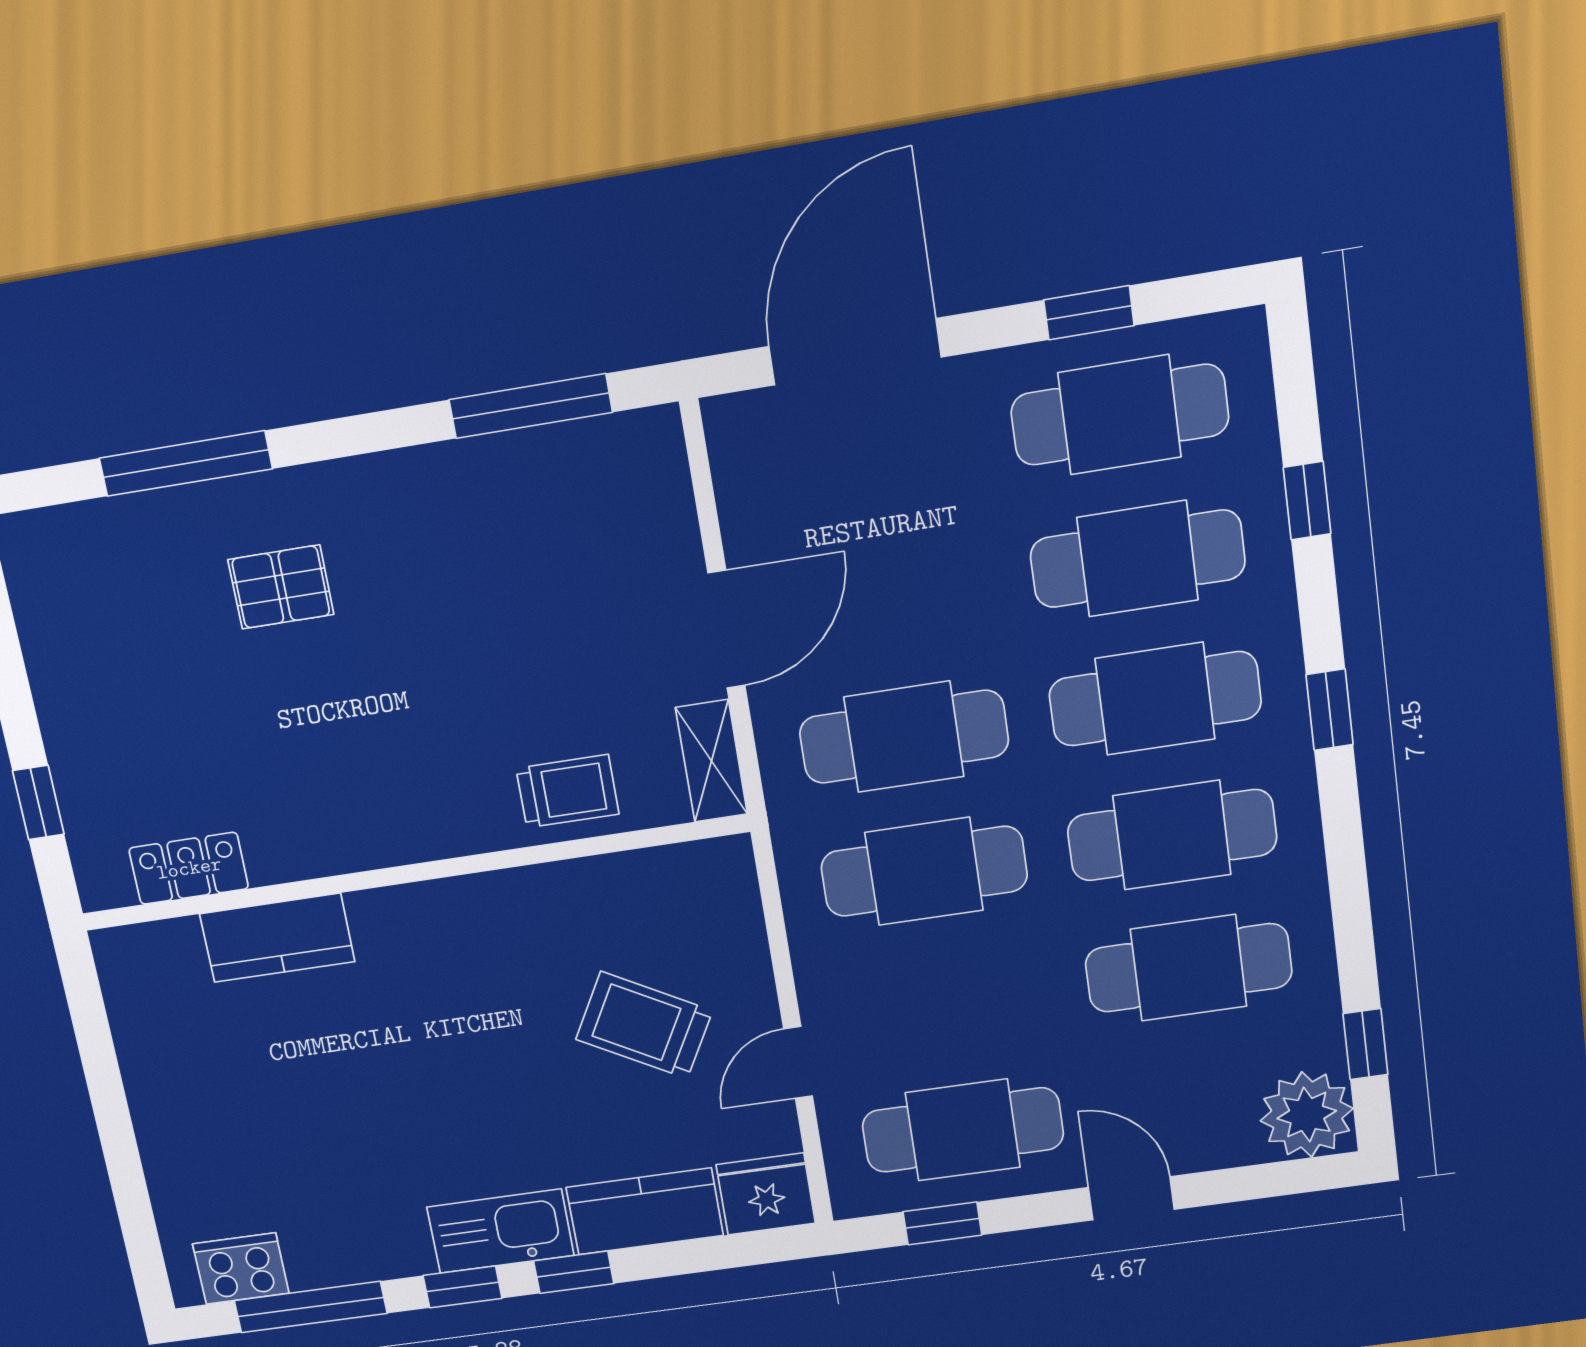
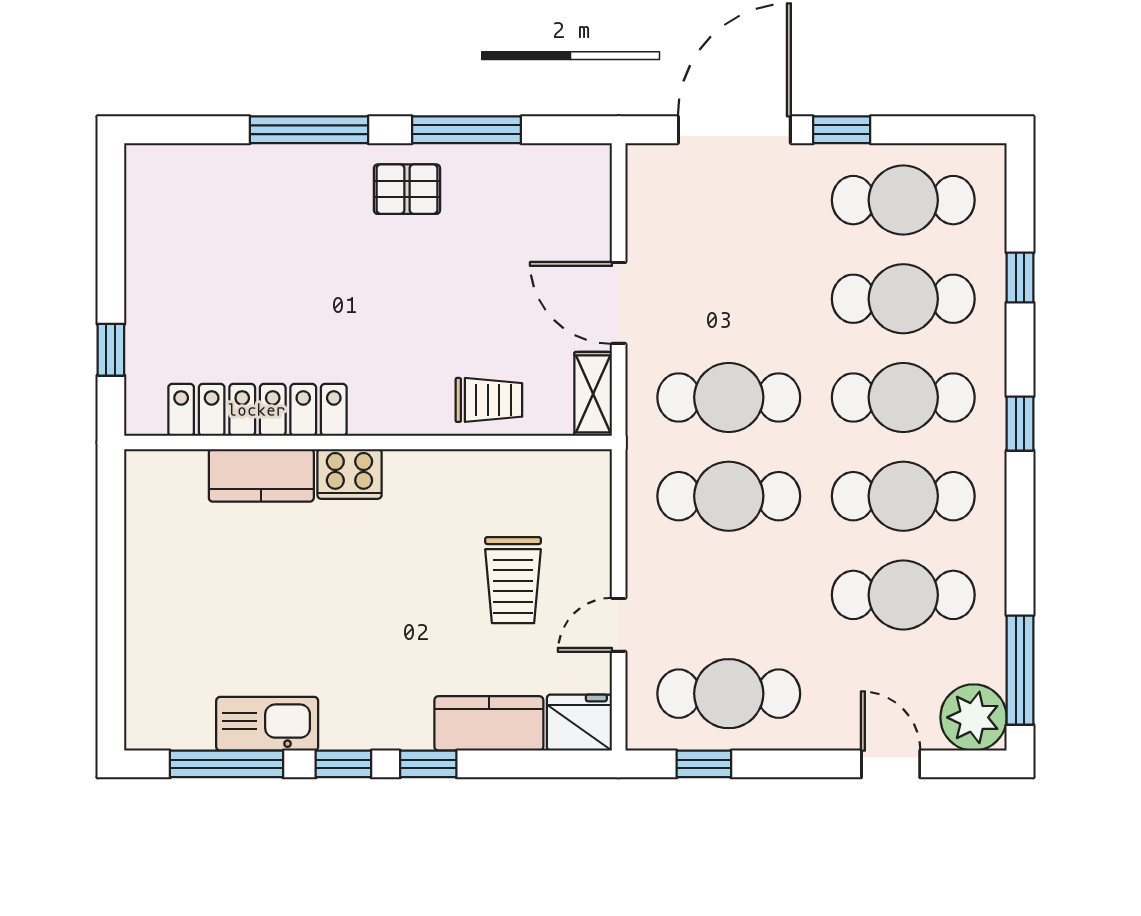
window: (1089, 313) -> (842, 130), moved
window: (531, 406) -> (467, 130), moved
window: (186, 463) -> (309, 130), moved
pallet: (281, 587) -> (407, 189), moved
door: (726, 629) -> (619, 303), swing flipped
locker: (189, 868) -> (257, 410), width x2.16, depth x1.21
trolley: (644, 1025) -> (513, 580), turned -119
window: (1366, 1044) -> (1020, 670), width x2.17
door: (1131, 1198) -> (891, 764), moved
kitchen sink: (500, 1231) -> (267, 724), moved
cooker: (241, 1269) -> (349, 474), moved, turned 180

